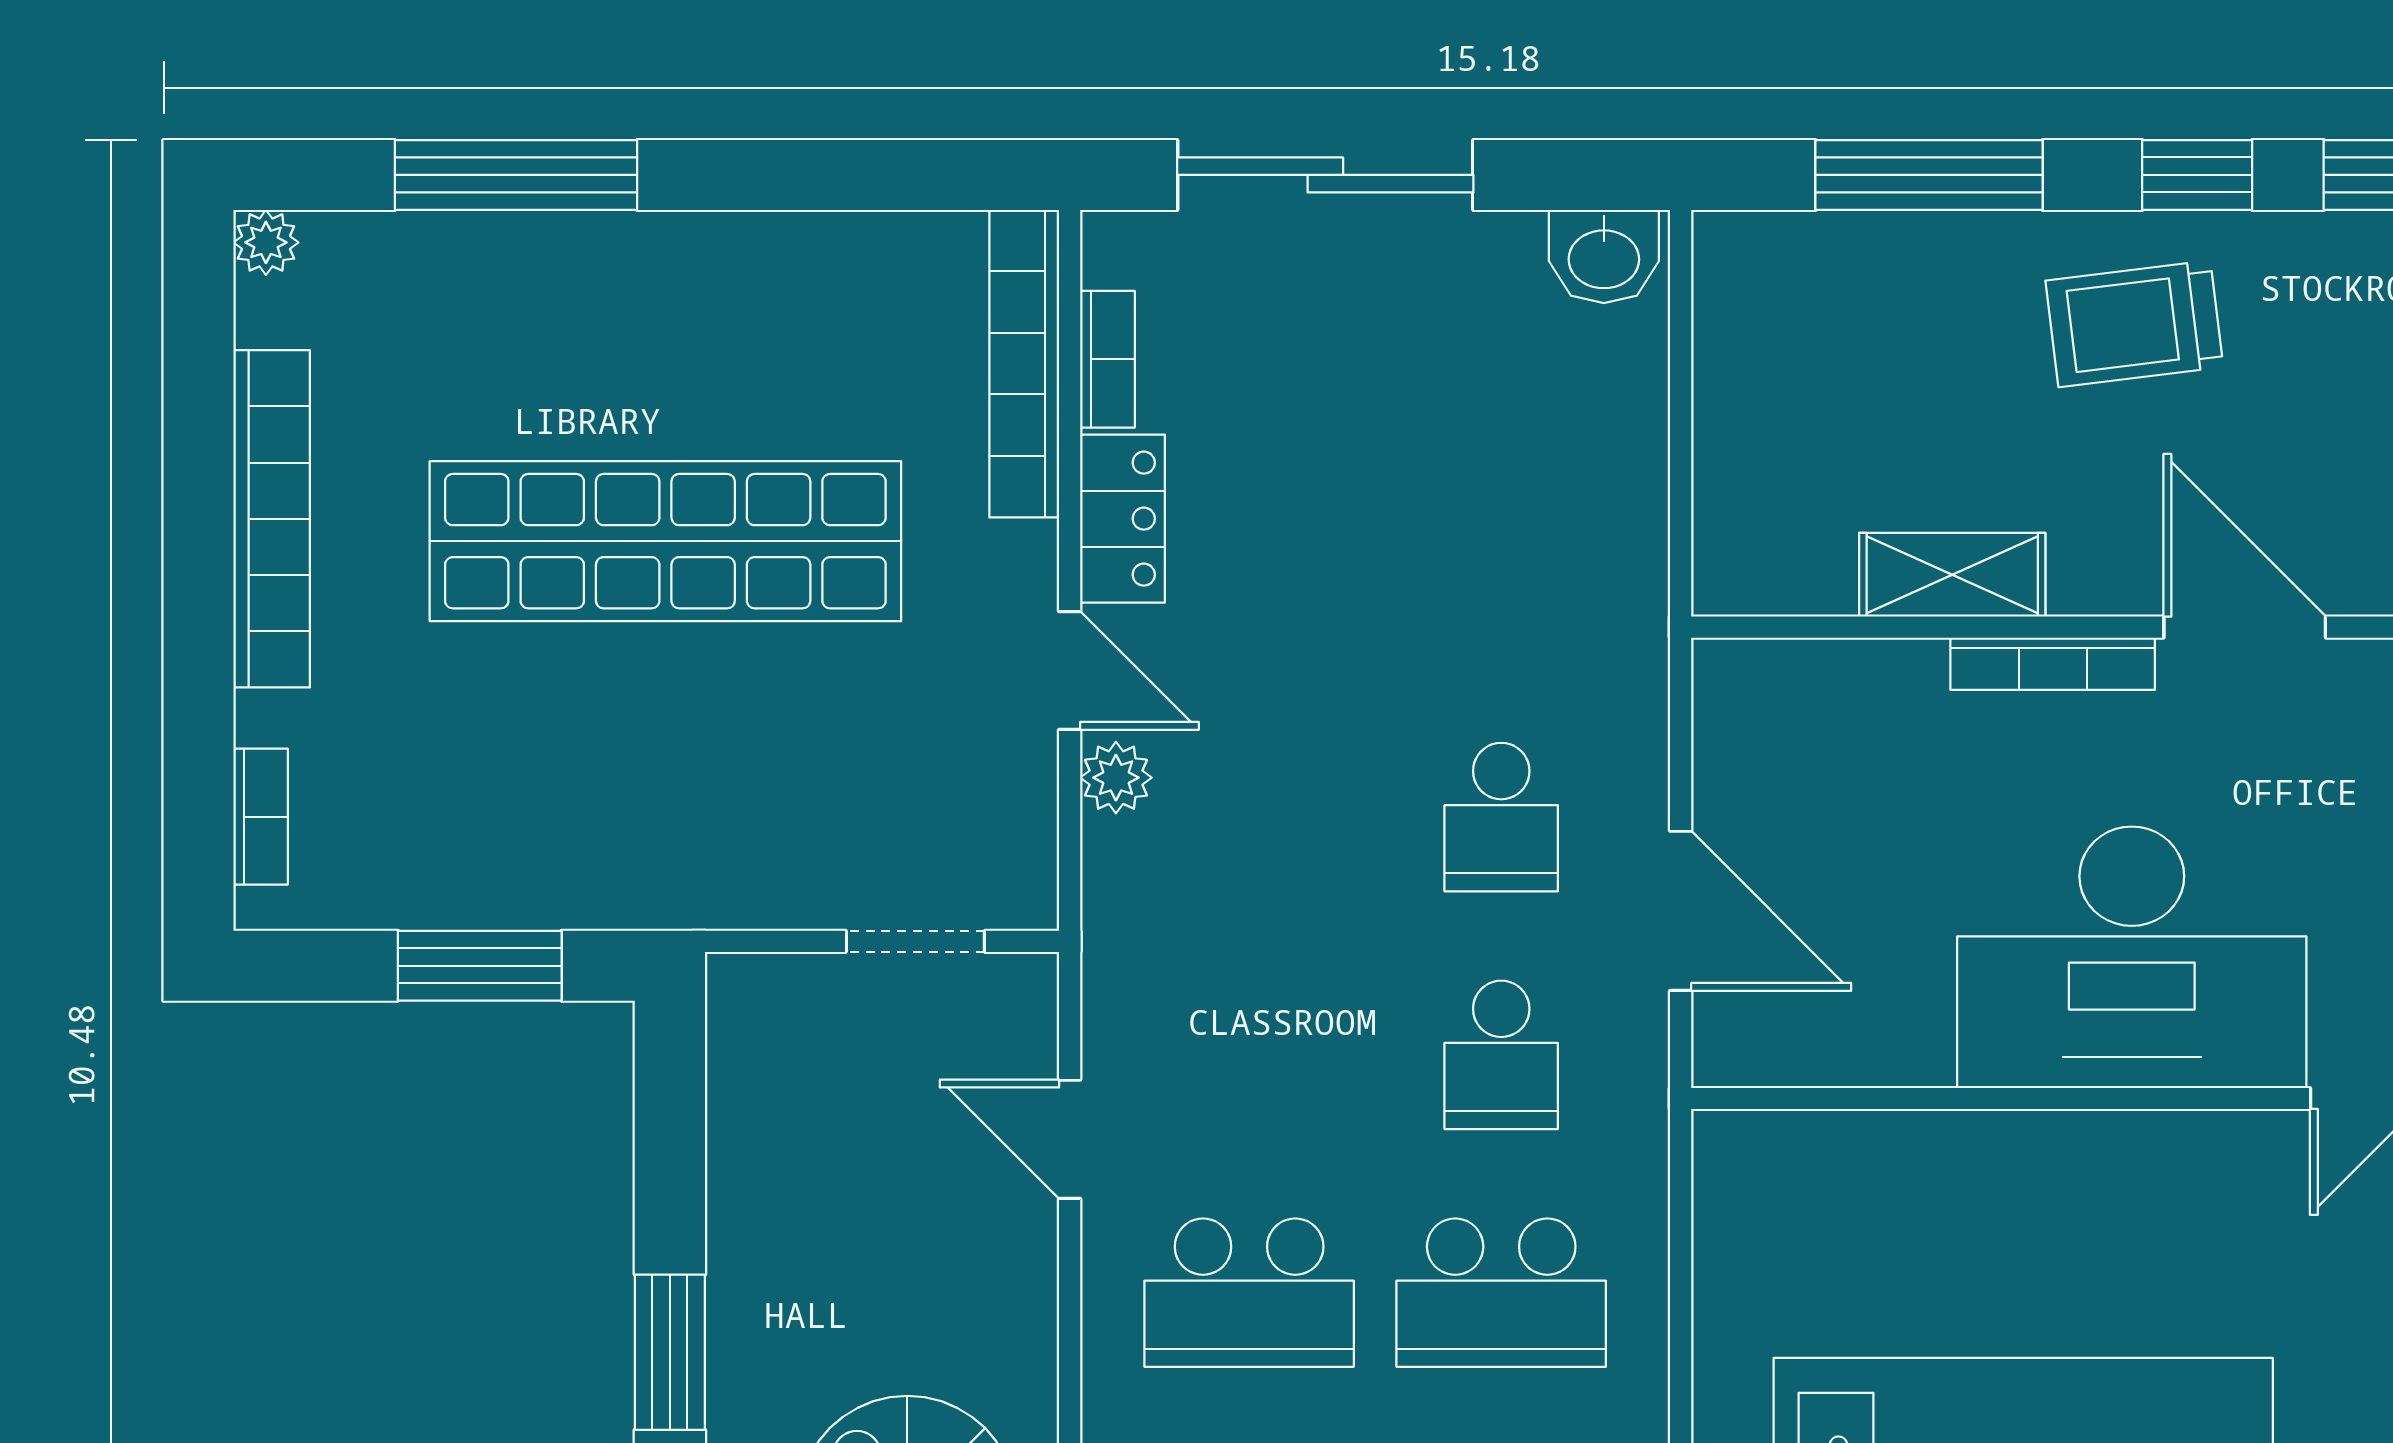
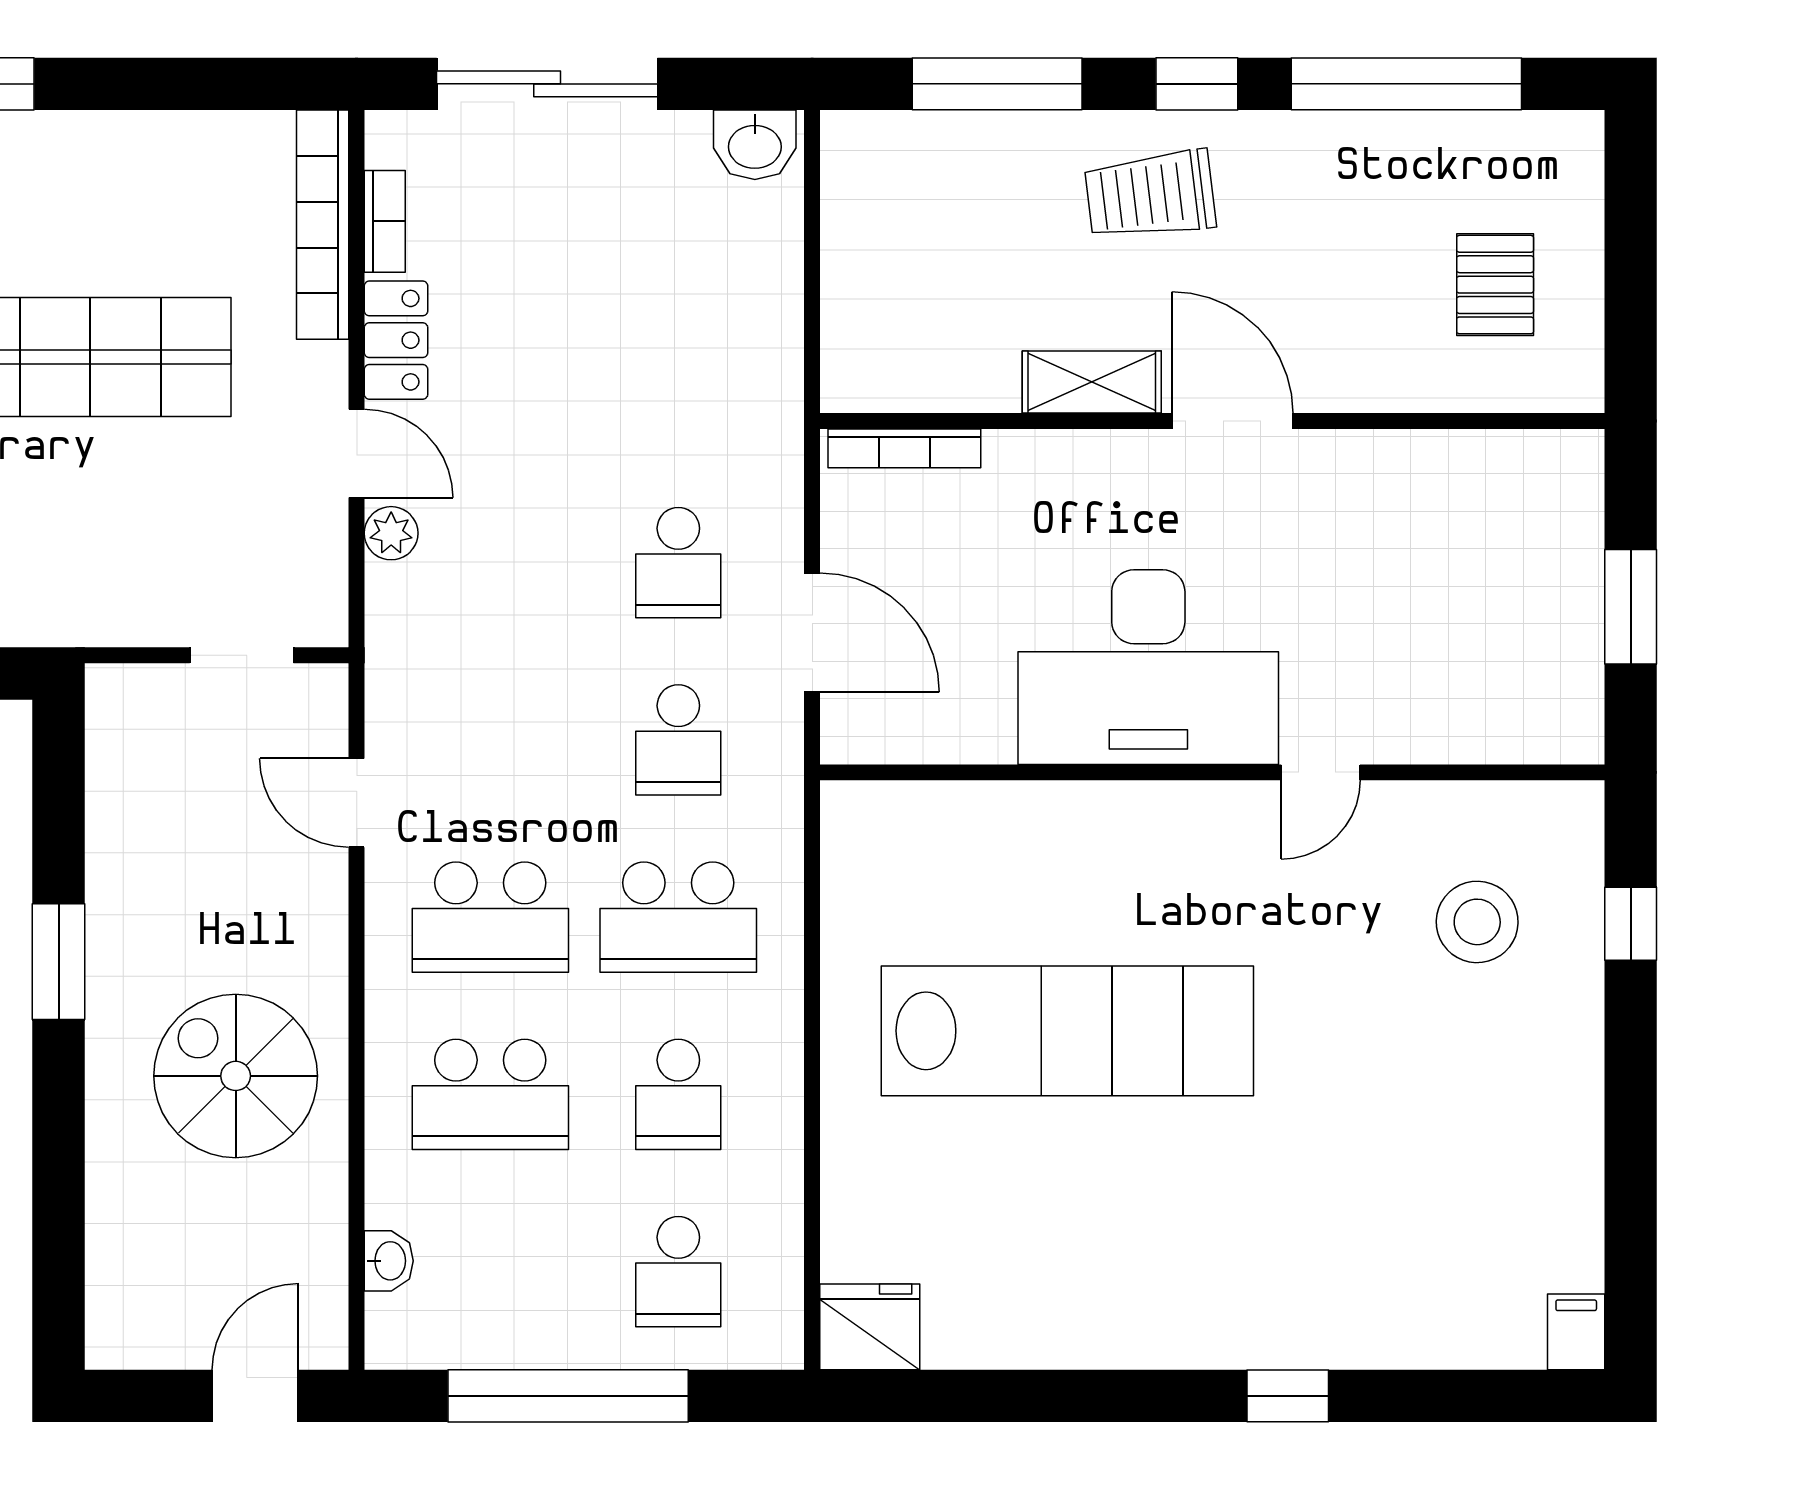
shelving: (1952, 575) -> (1092, 382), moved
bookcase: (2053, 664) -> (904, 448), moved

